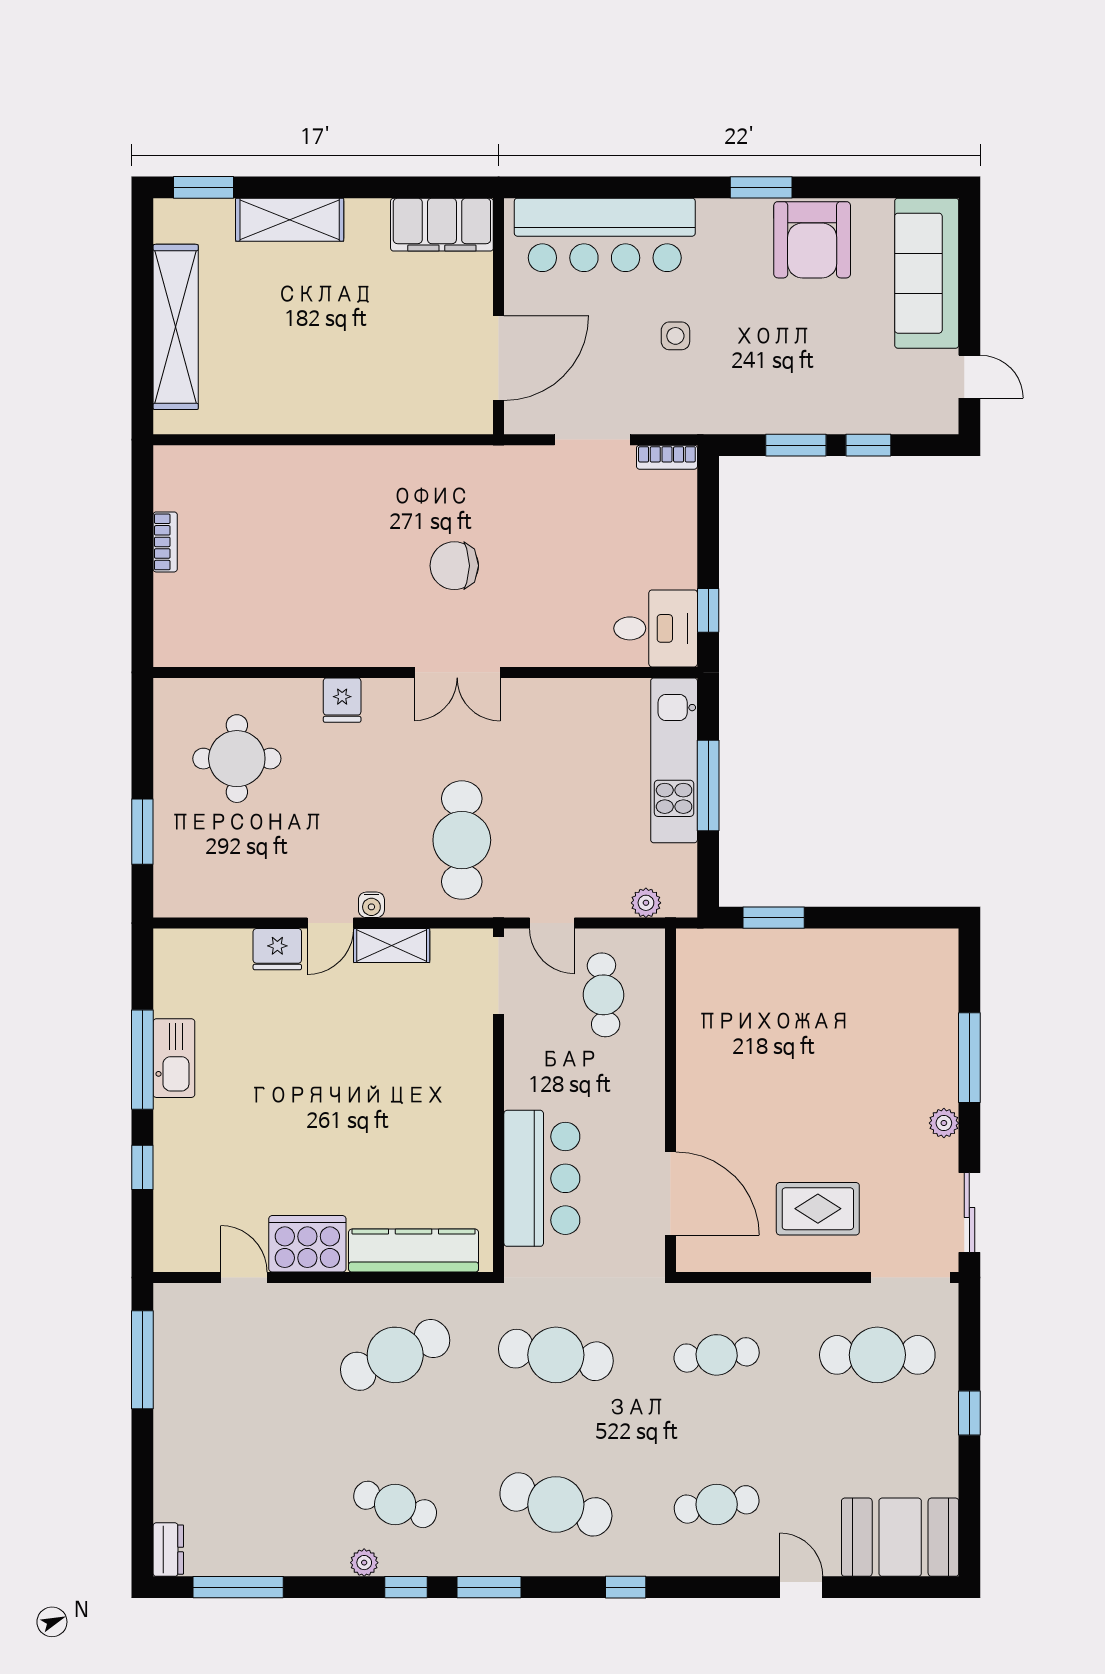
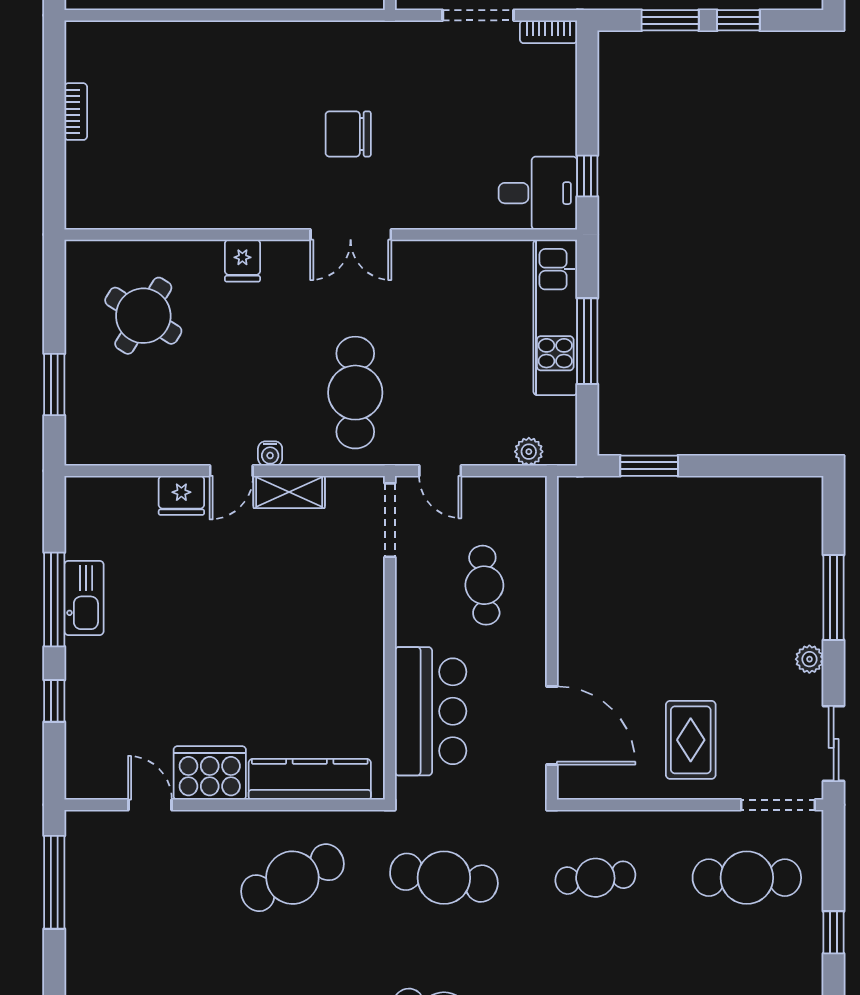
round table: (237, 759) -> (143, 316), turned 32
cafe table: (604, 995) -> (484, 585), moved
rug: (818, 1209) -> (691, 740), turned 90

